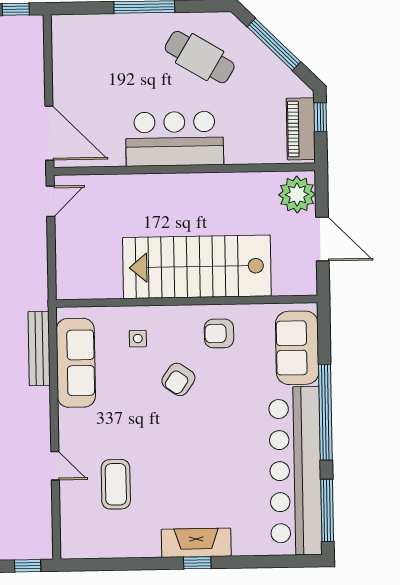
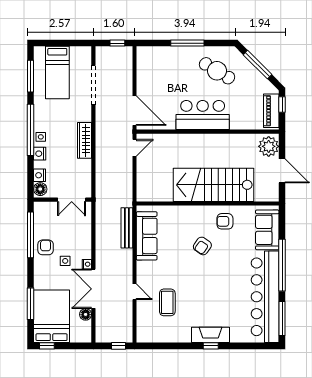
side table: (138, 339) -> (181, 223), removed

